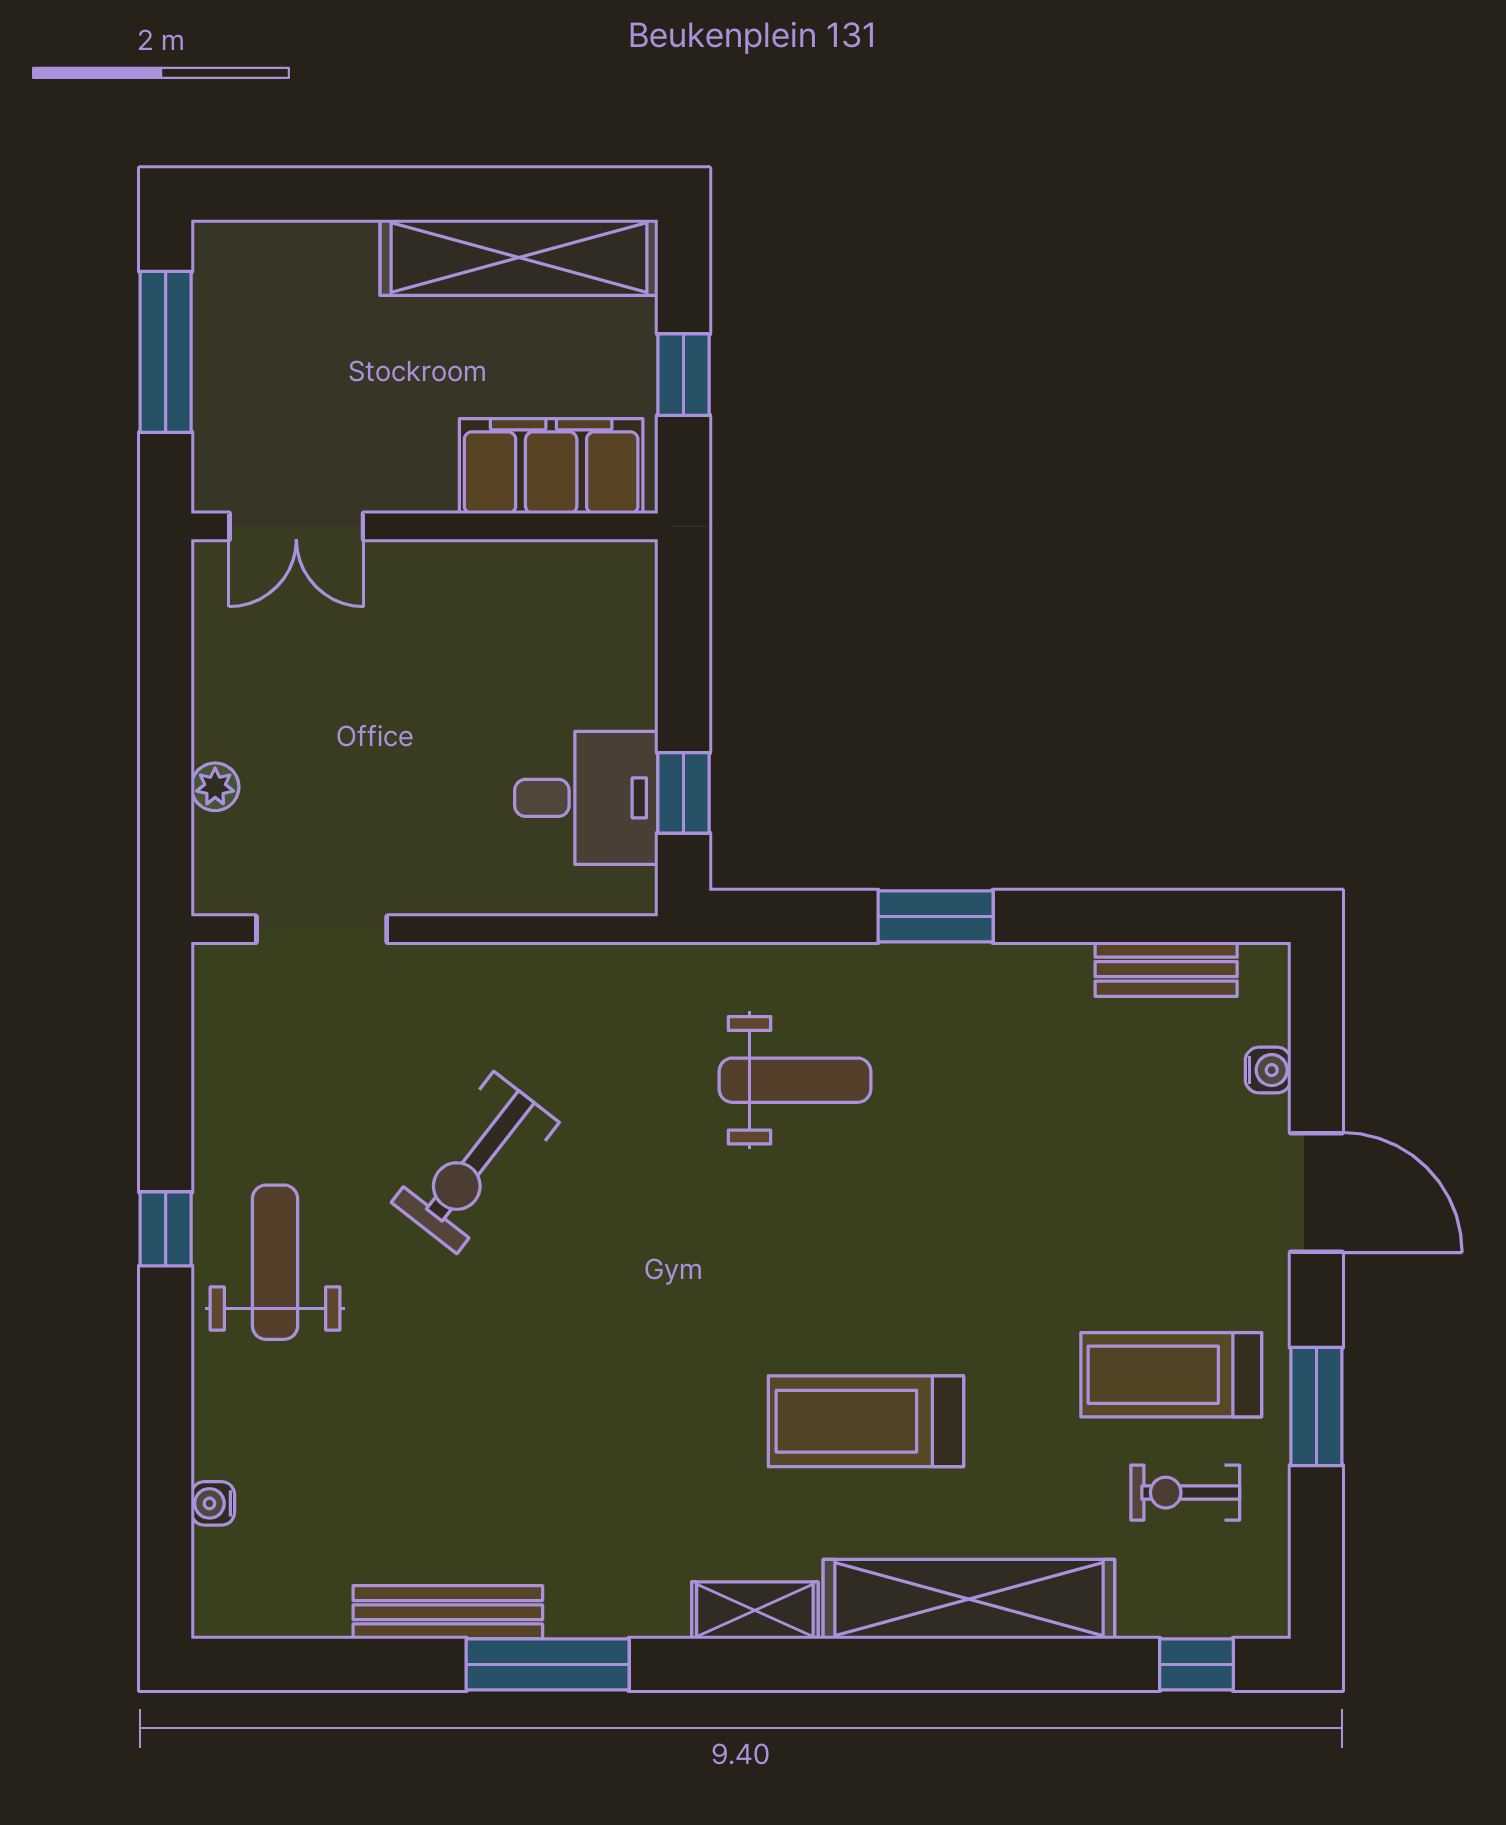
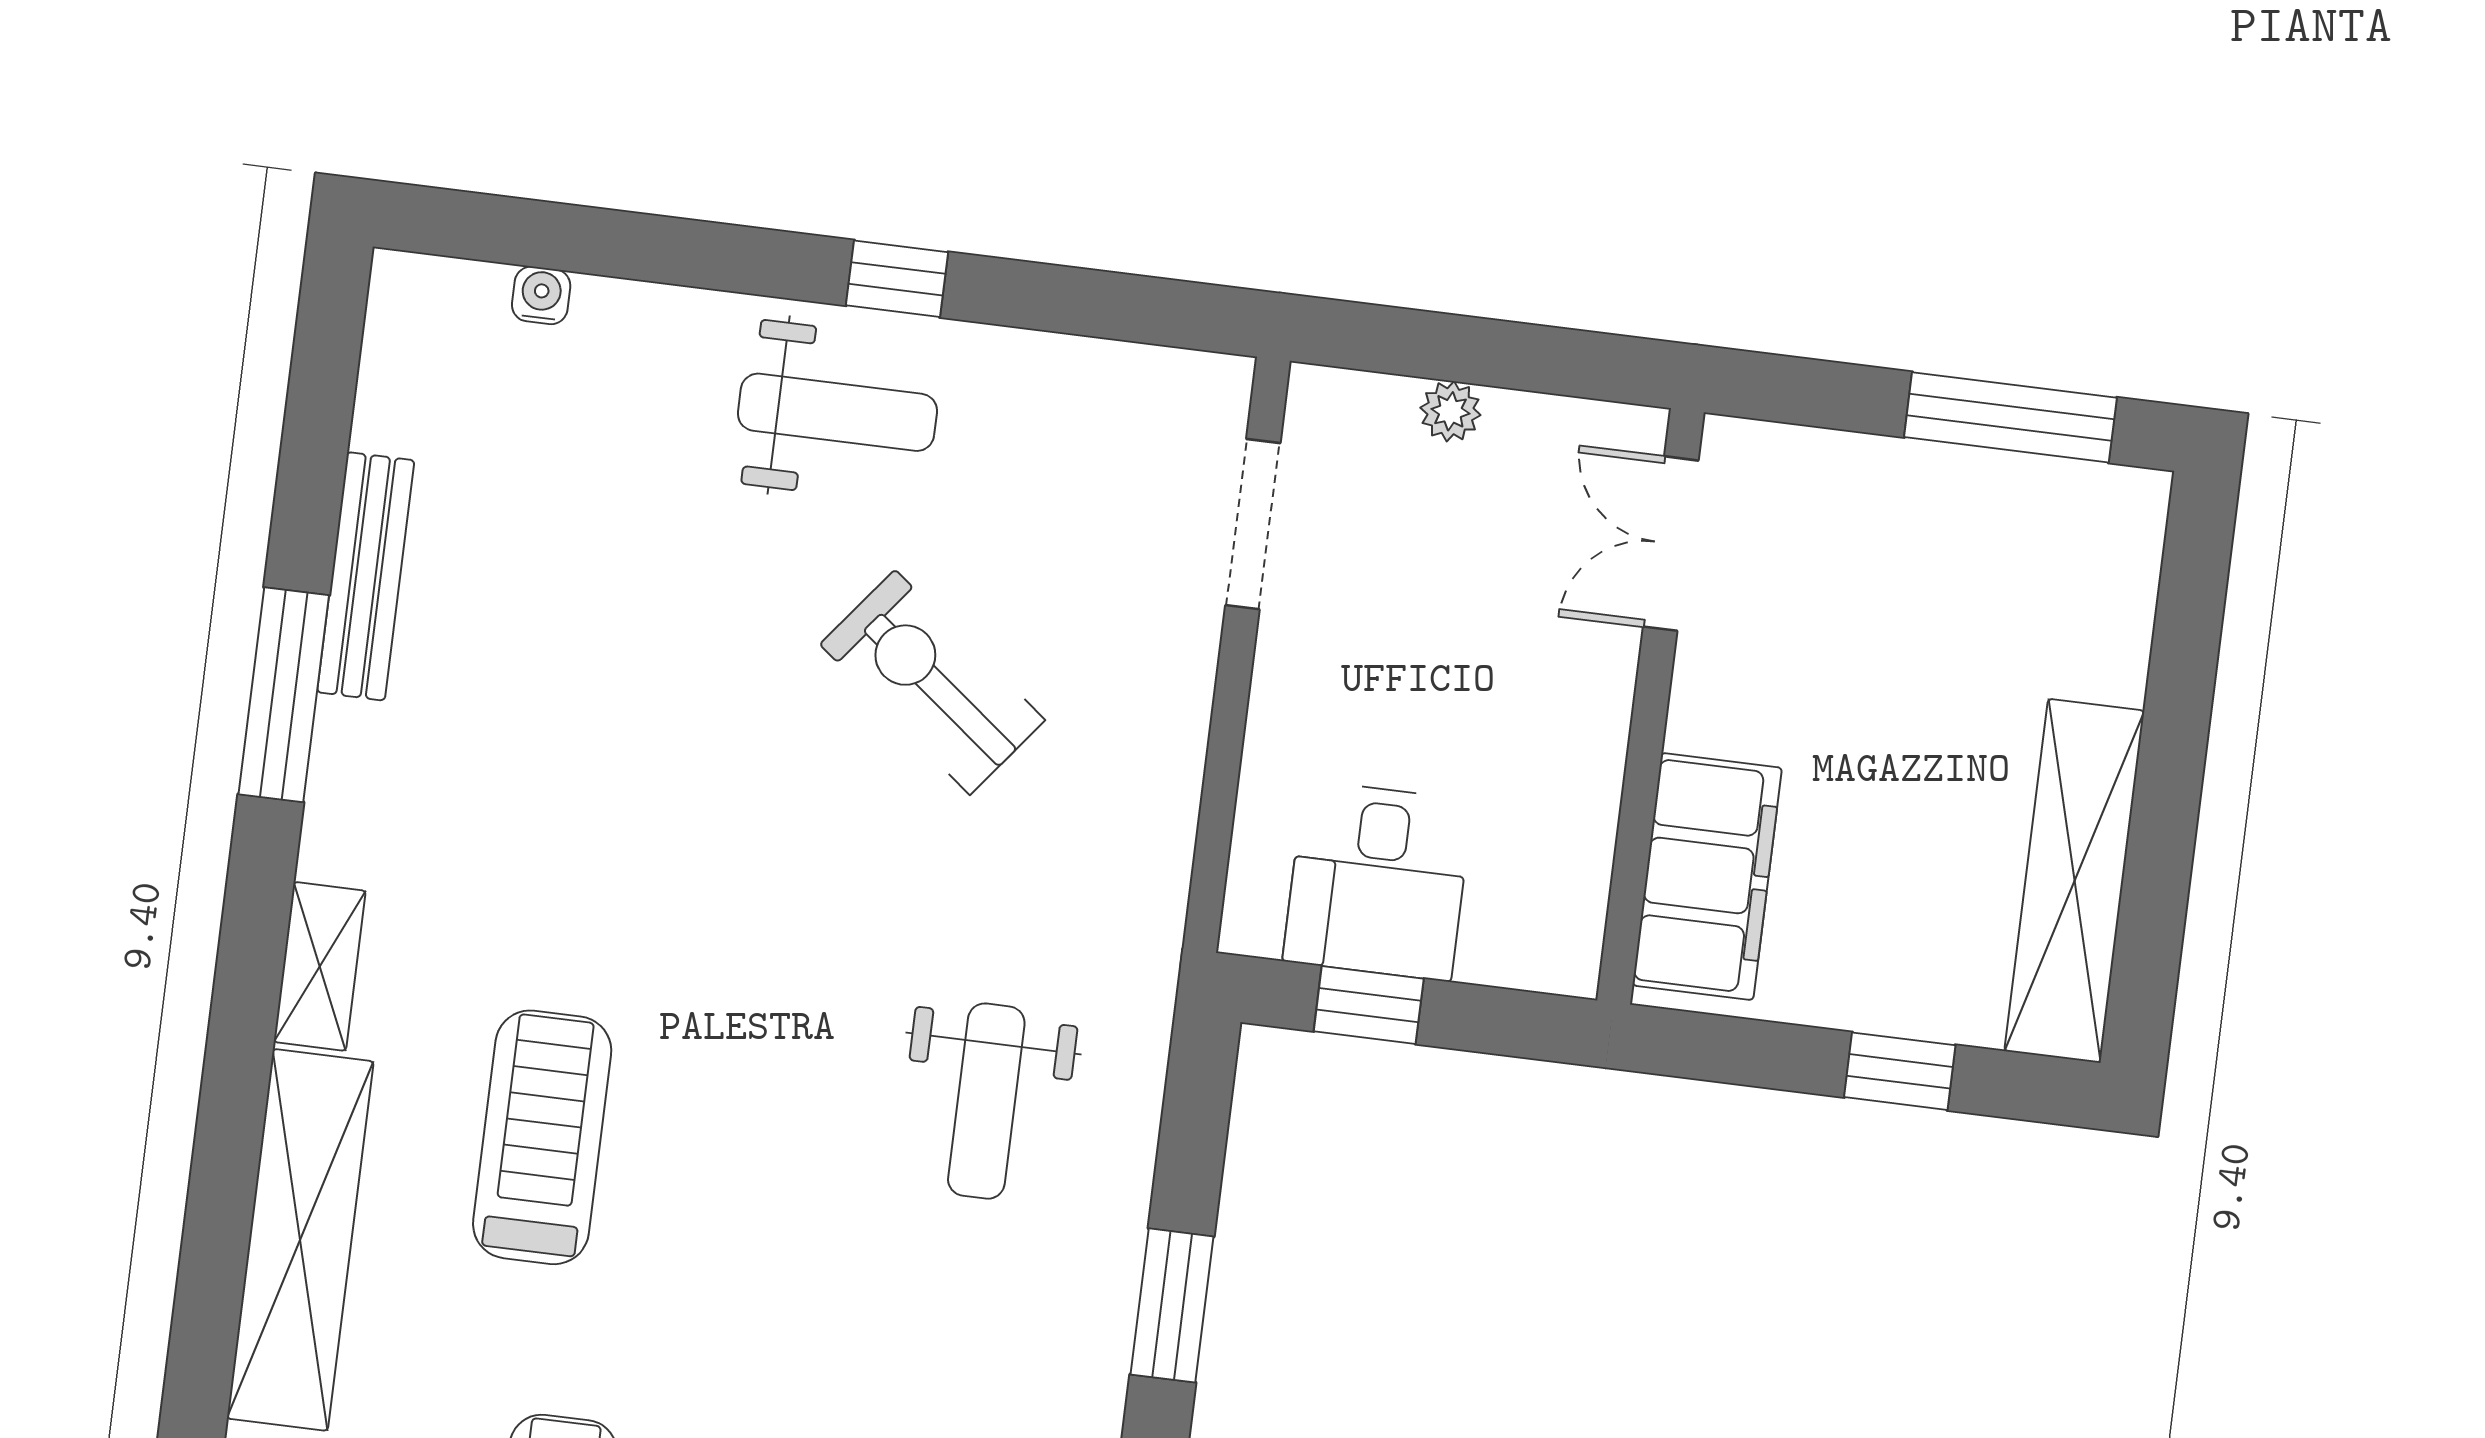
filing cabinet: (551, 466) -> (1707, 877), moved
double door: (296, 526) -> (1671, 544), moved
wall: (425, 526) -> (1651, 706), moved

